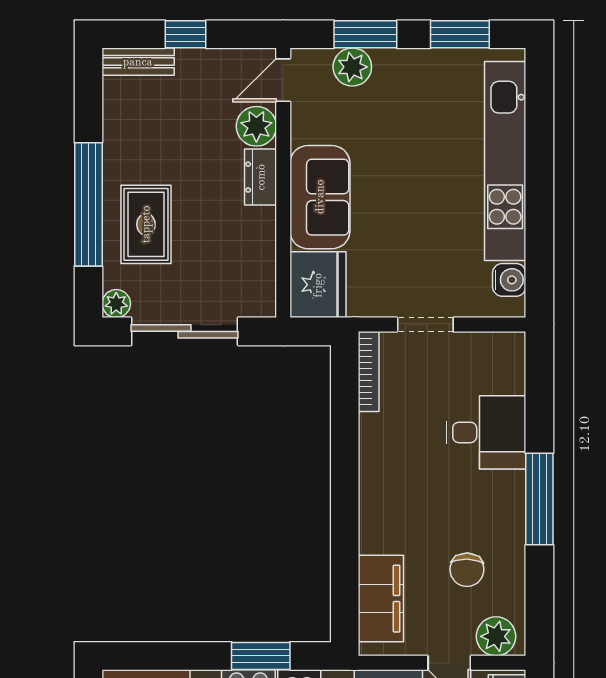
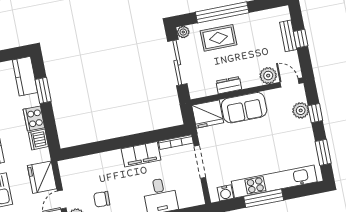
window: (365, 34) -> (315, 113), width x0.67
bench: (138, 62) -> (288, 36), moved
dresser: (261, 177) -> (229, 85), moved
window: (539, 193) -> (264, 198), added
doorway: (425, 325) -> (200, 162), width x1.38
filing cabinet: (381, 599) -> (141, 154), moved
window: (261, 656) -> (43, 90), moved

